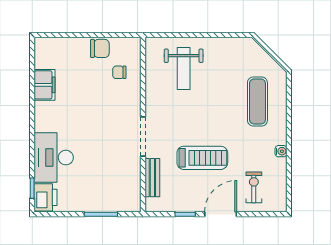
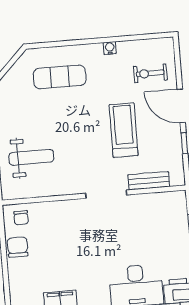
chair: (119, 72) -> (21, 218), moved

